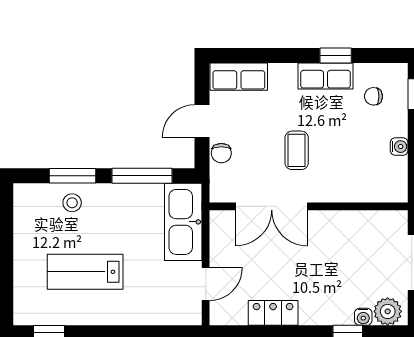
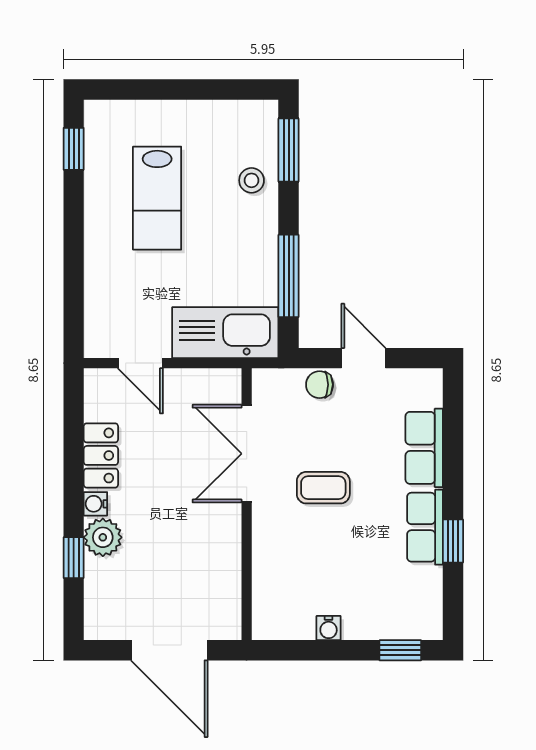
row of seats: (239, 77) -> (424, 448), moved
chair: (373, 96) -> (397, 593), removed
window: (73, 176) -> (289, 150), moved
lab bench: (85, 272) -> (157, 198), turned 180
plant: (388, 311) -> (103, 537), moved
water cooler: (363, 317) -> (95, 504), moved

